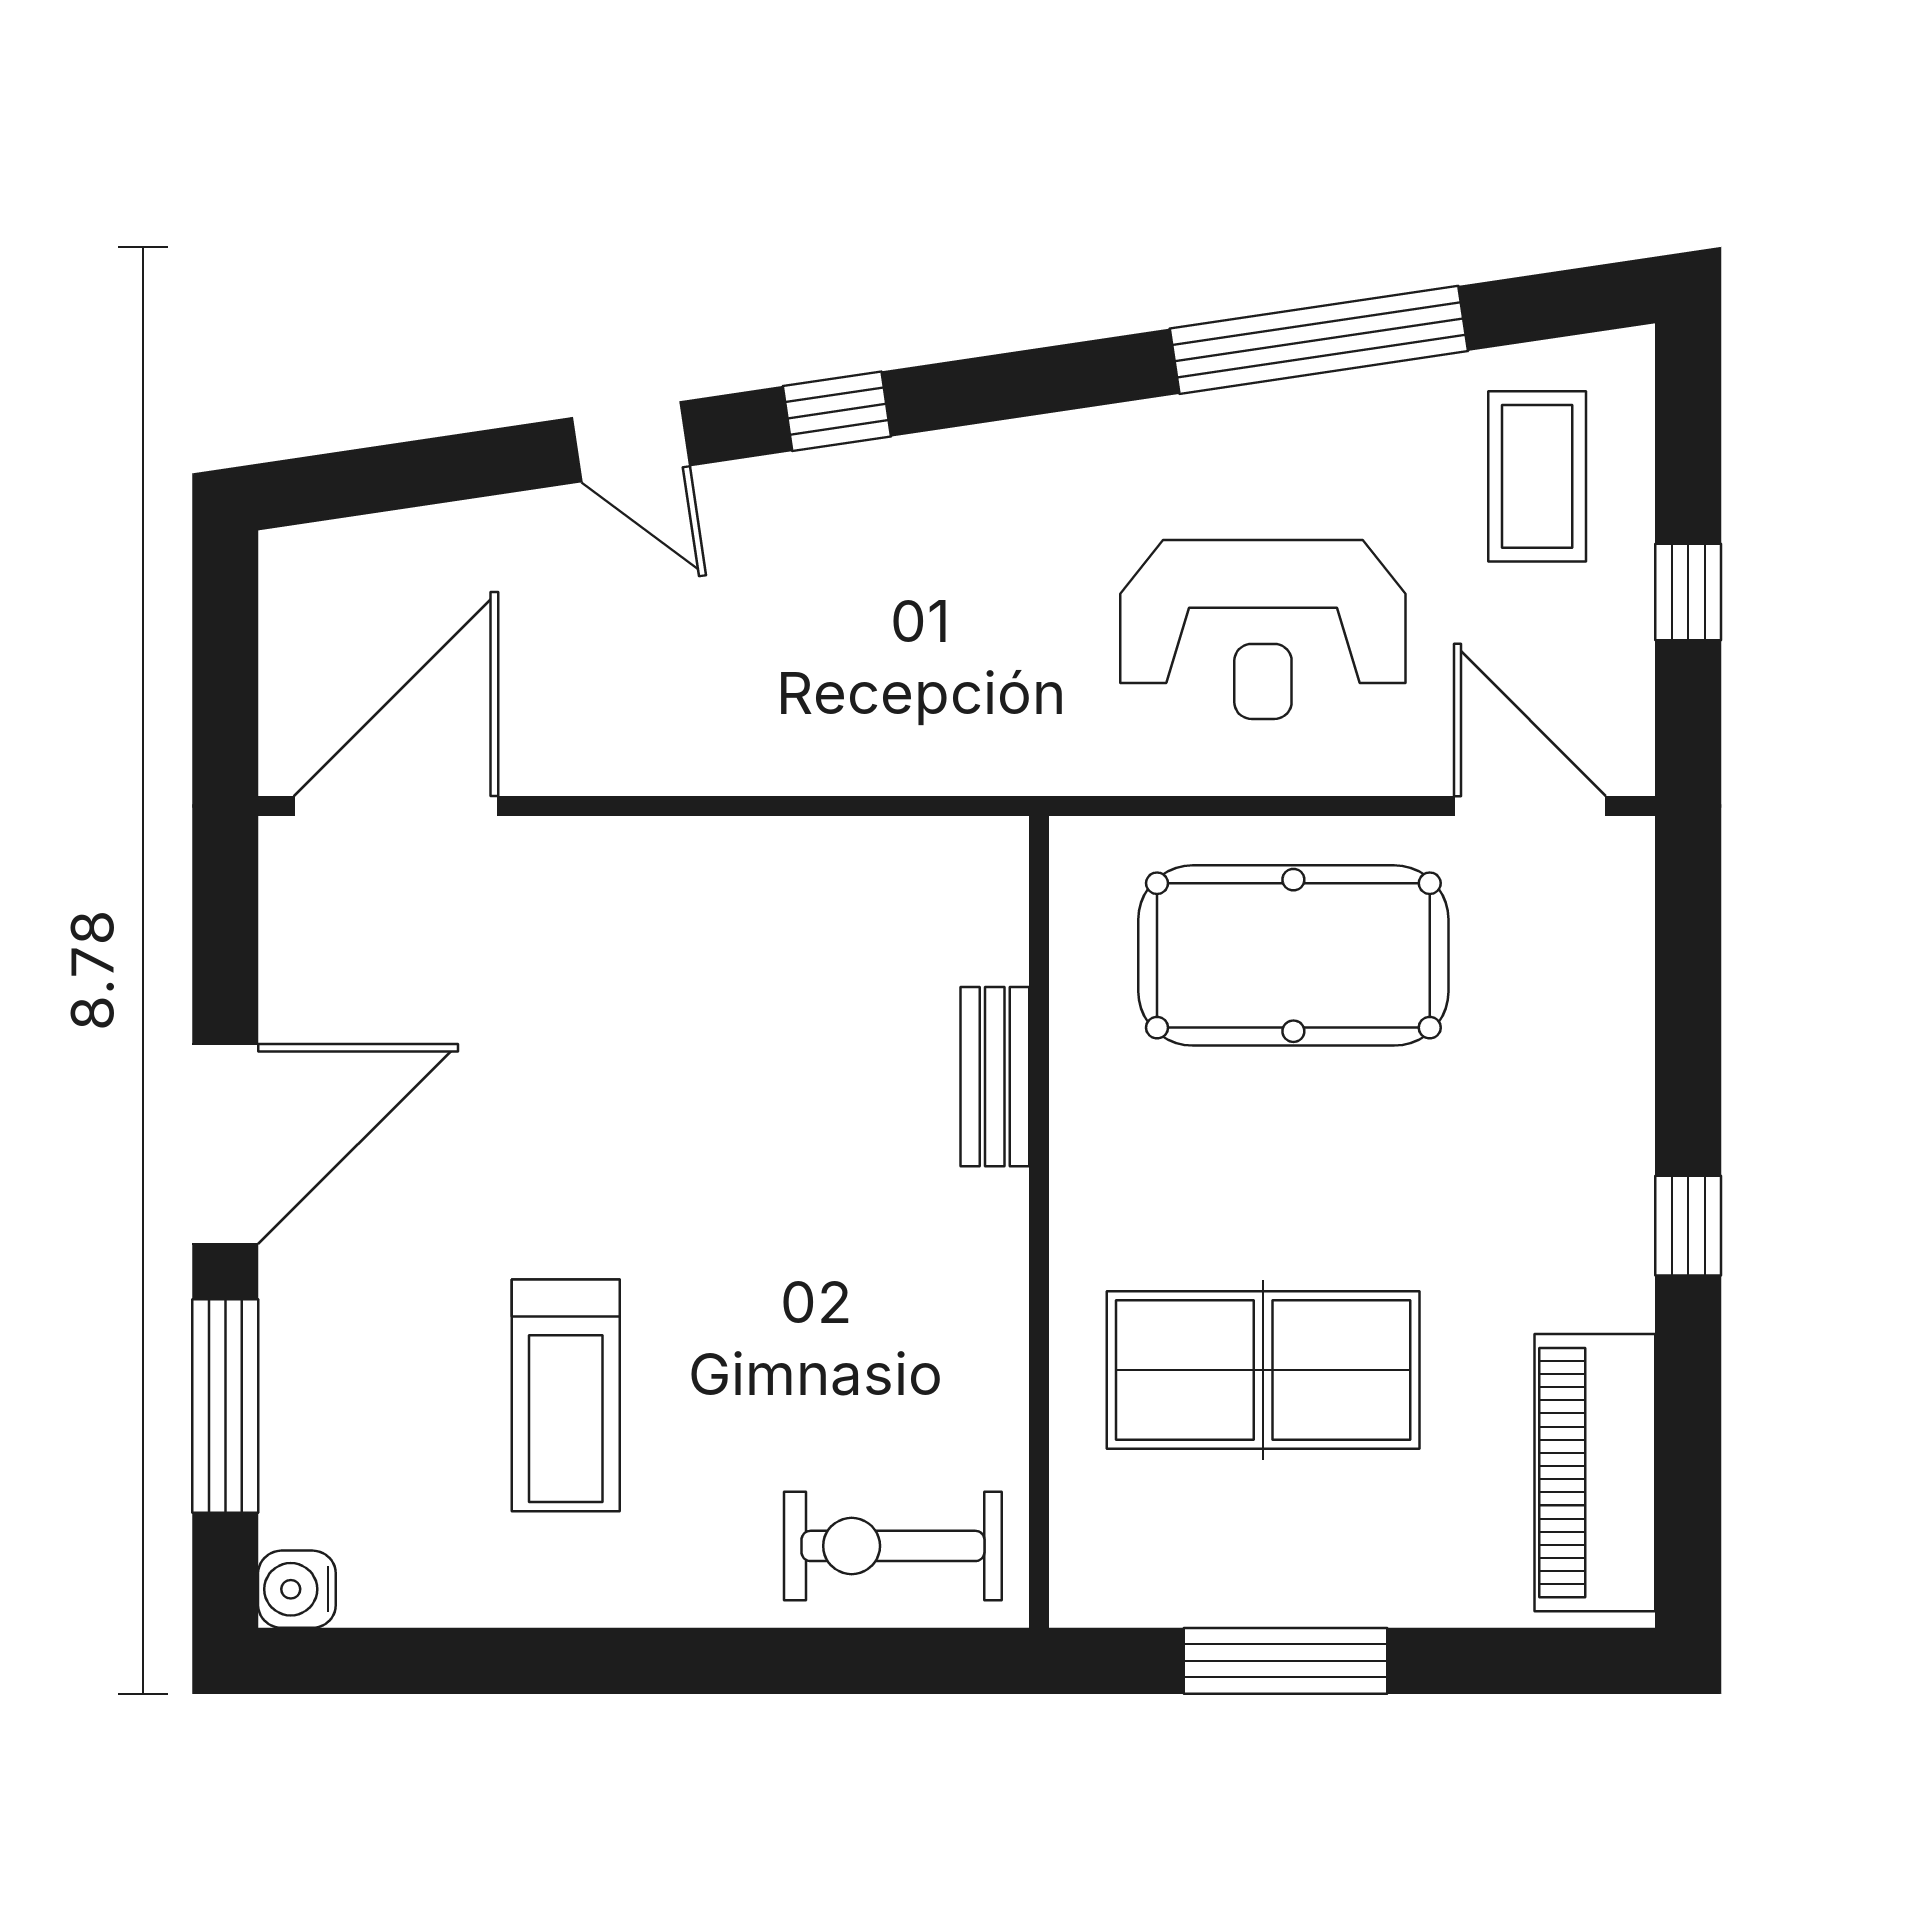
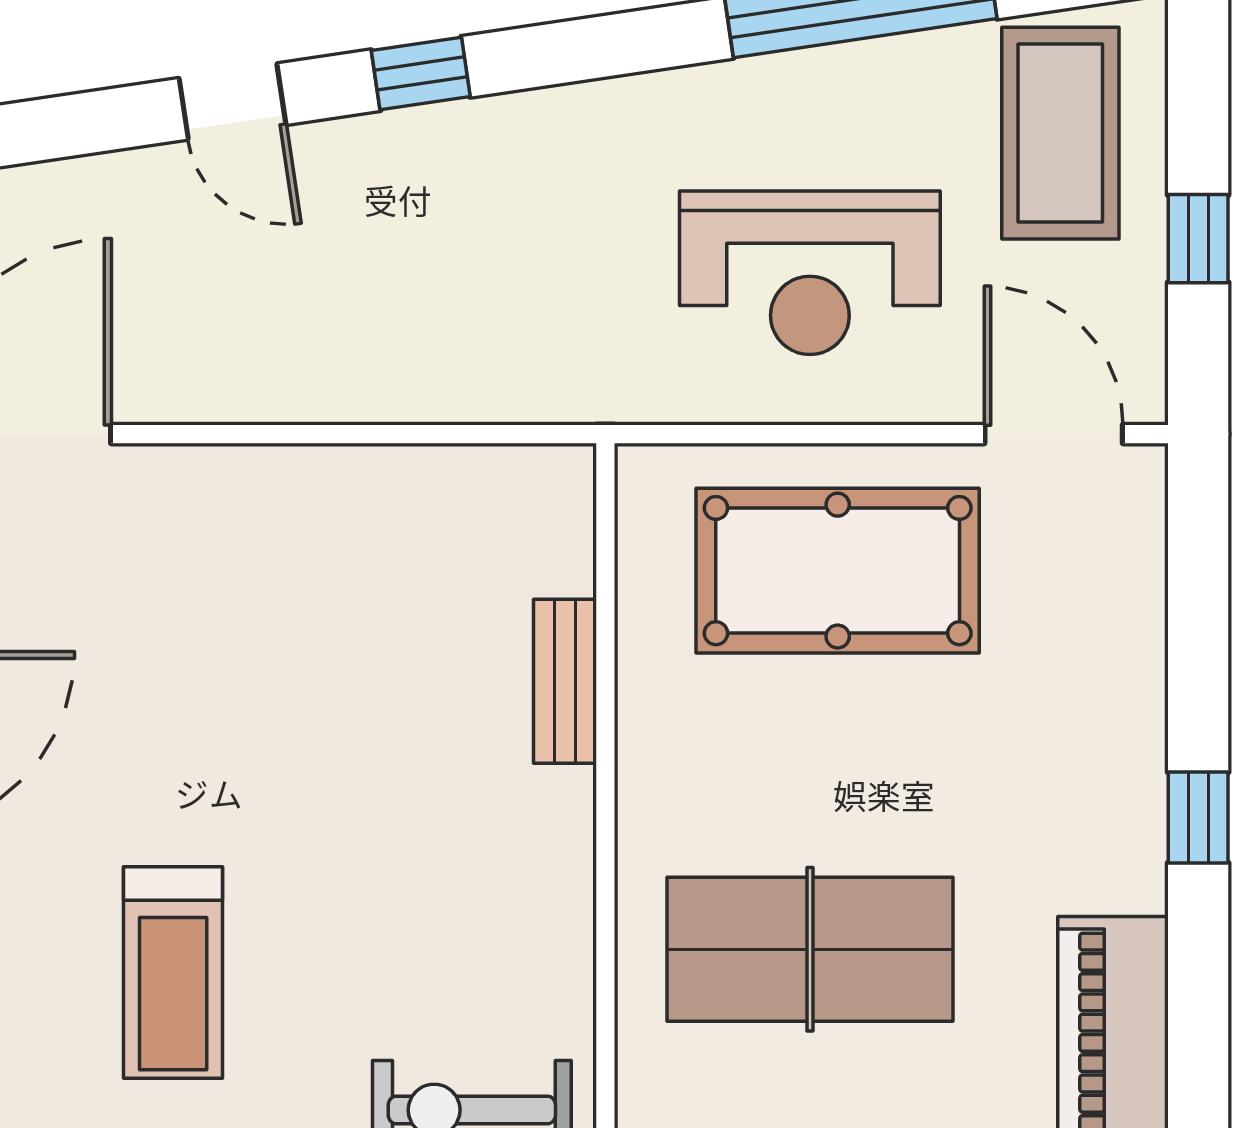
coffee table: (1537, 476) -> (1060, 133), width x1.36, depth x1.32

